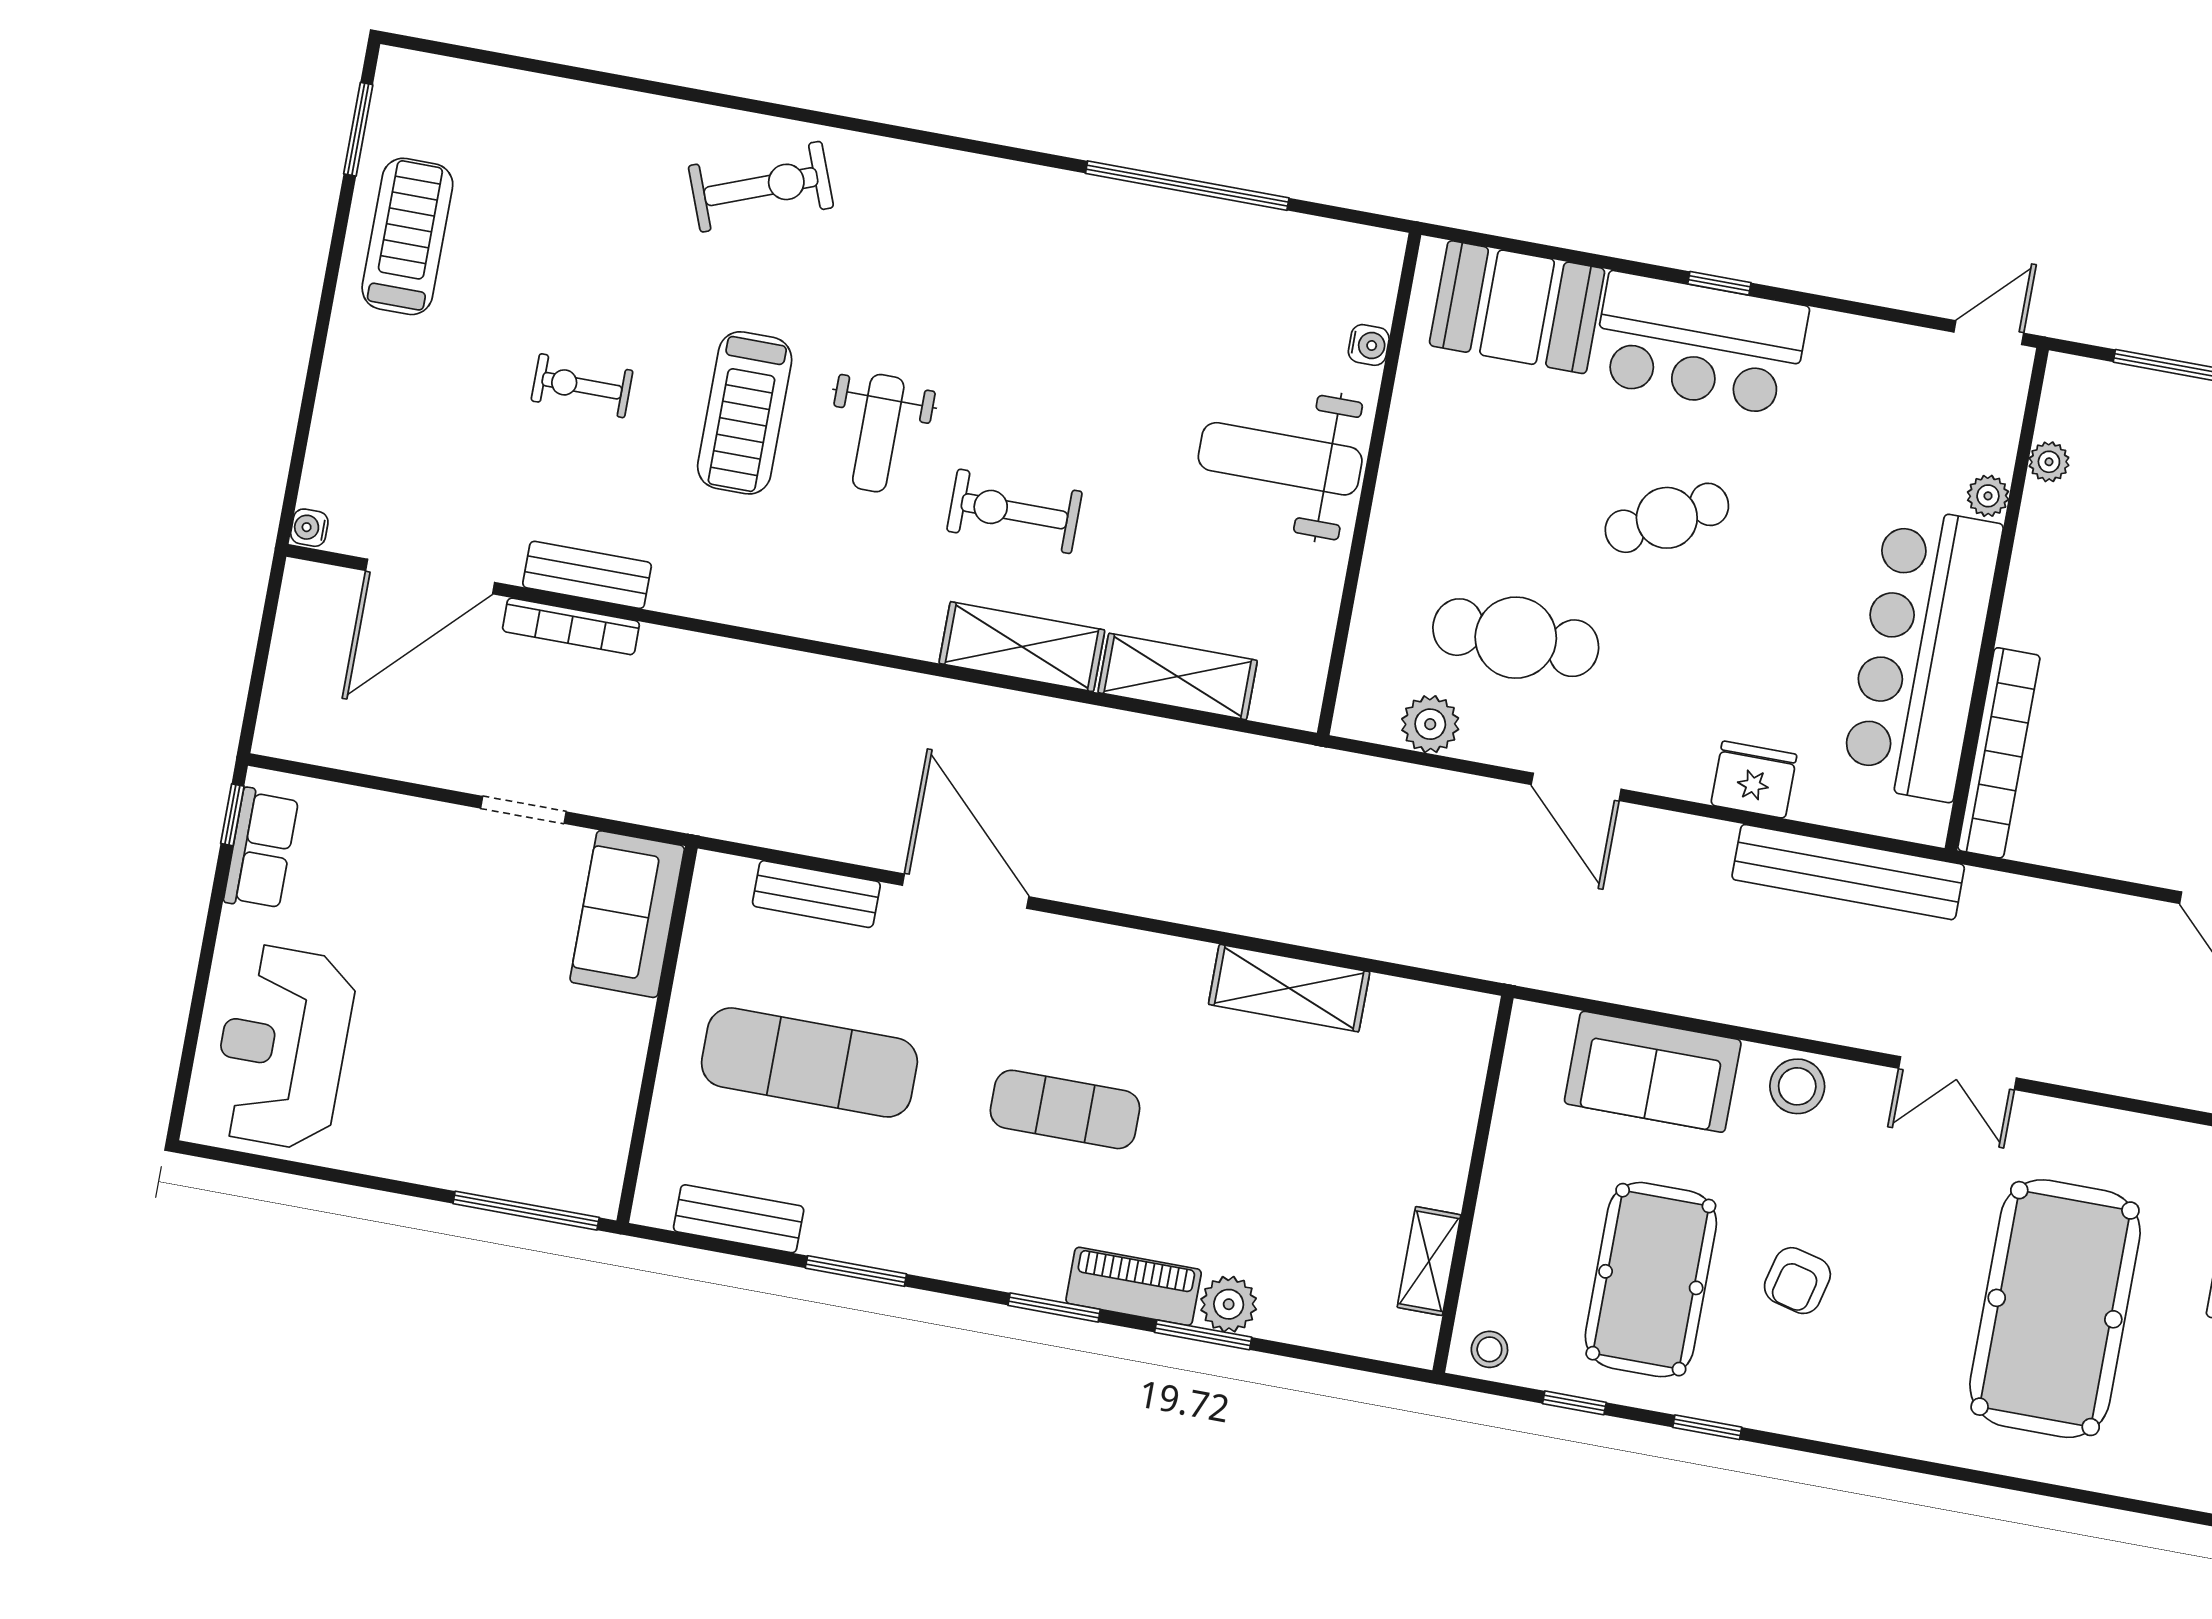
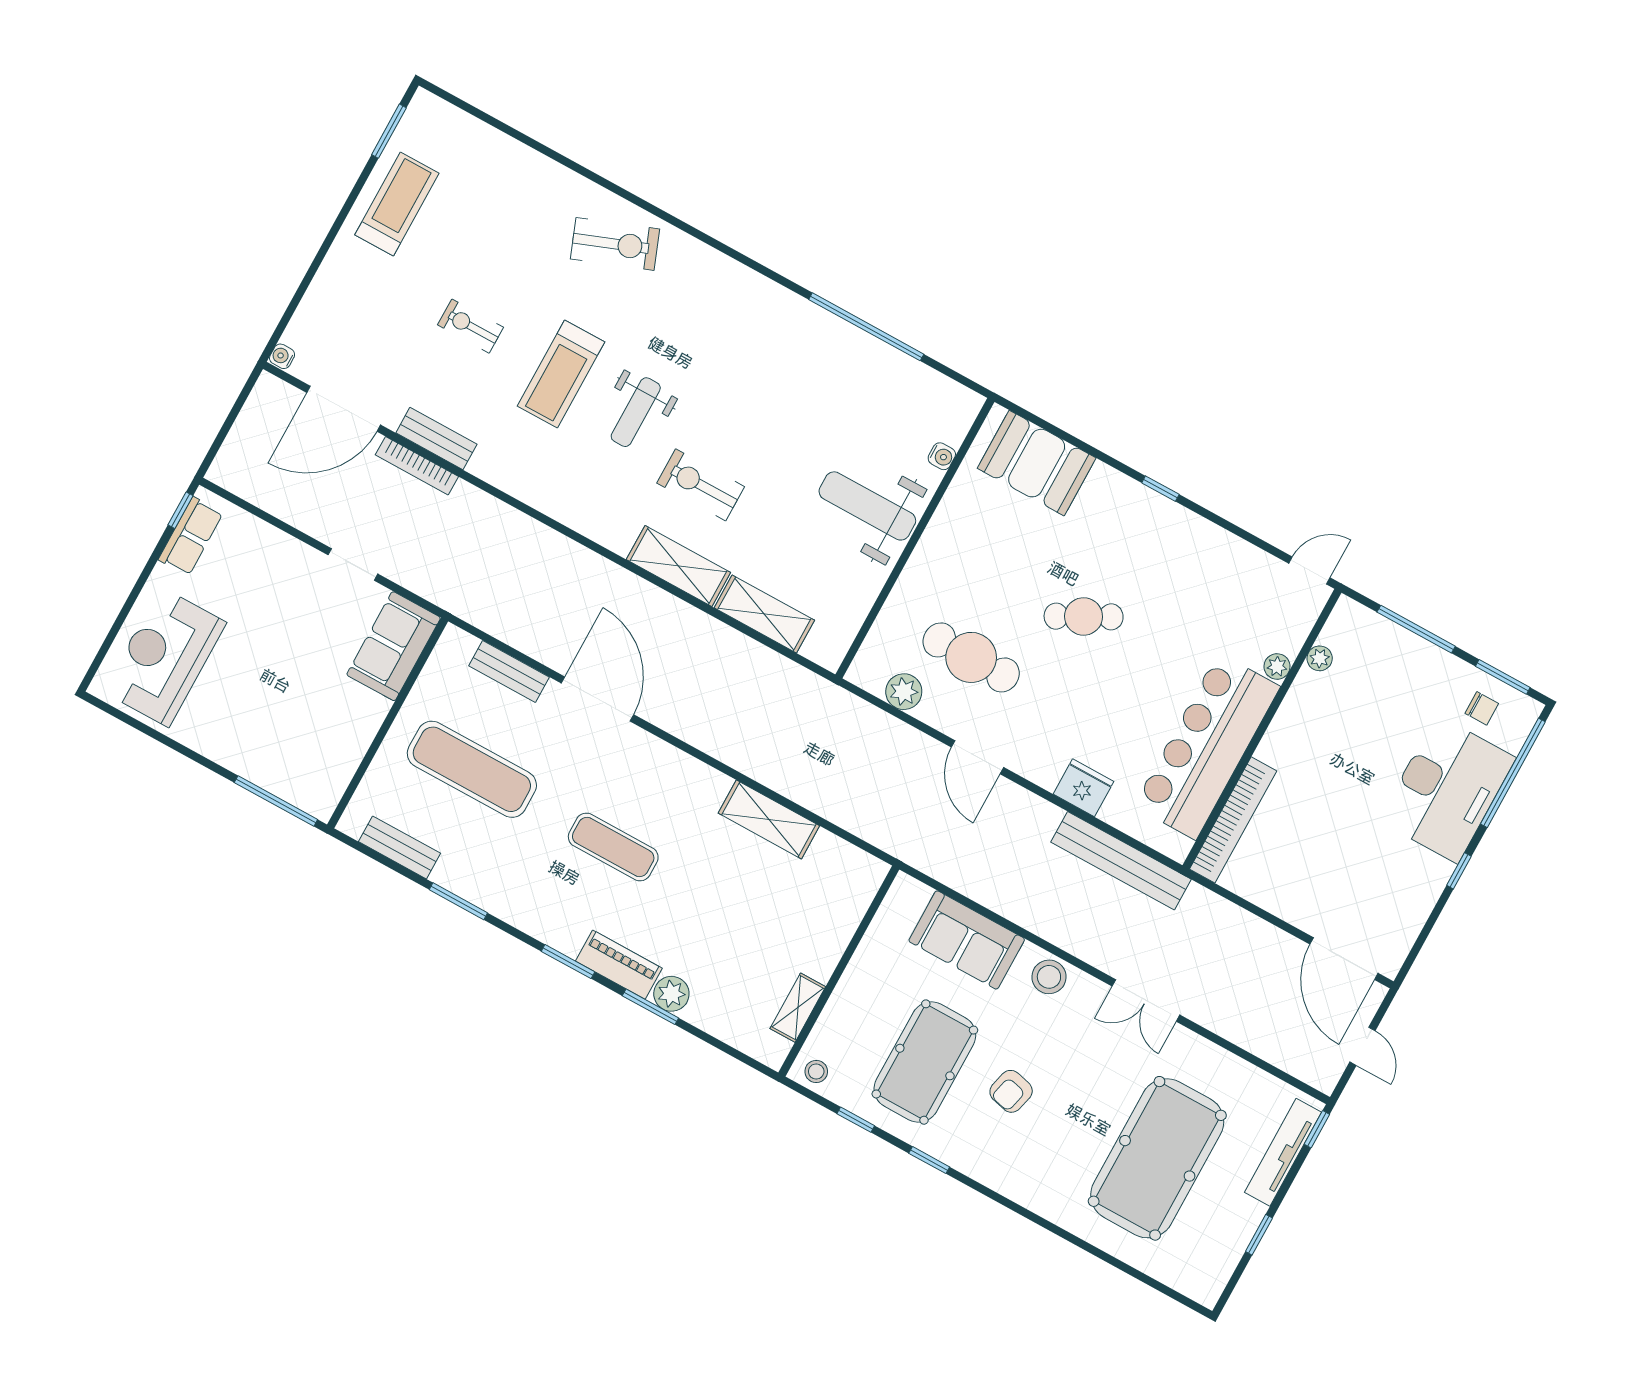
bar counter: (1700, 344) -> (1137, 520), removed

